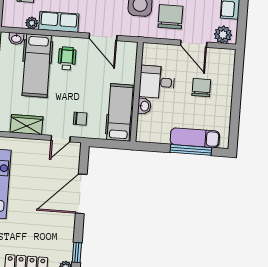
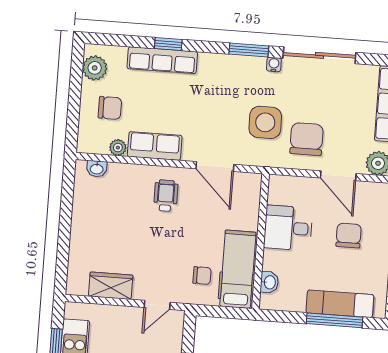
hospital bed: (37, 66) -> (125, 205), removed
washbasin: (144, 106) -> (269, 282), moved
chair: (80, 119) -> (202, 276), moved

